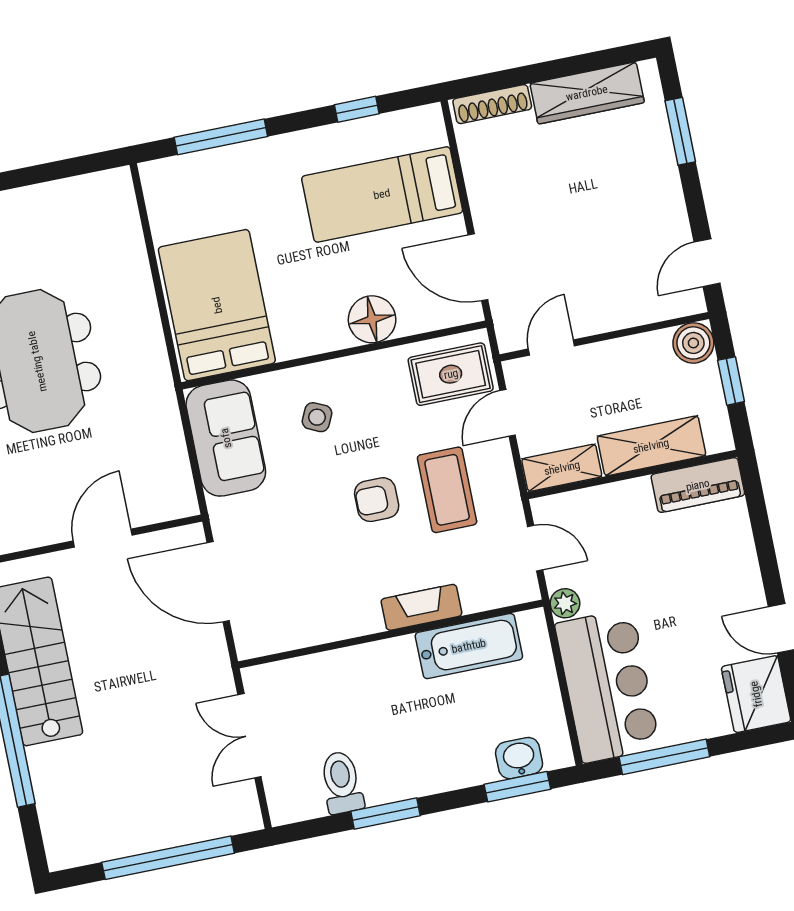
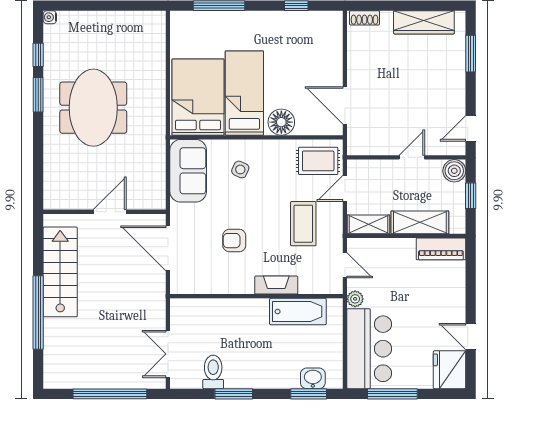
shoe rack: (492, 104) -> (365, 18), width x0.70
bed: (382, 194) -> (244, 93), moved, turned 90
door: (551, 347) -> (412, 157), moved
armchair: (377, 500) -> (234, 241), moved
double door: (249, 736) -> (168, 354), moved

